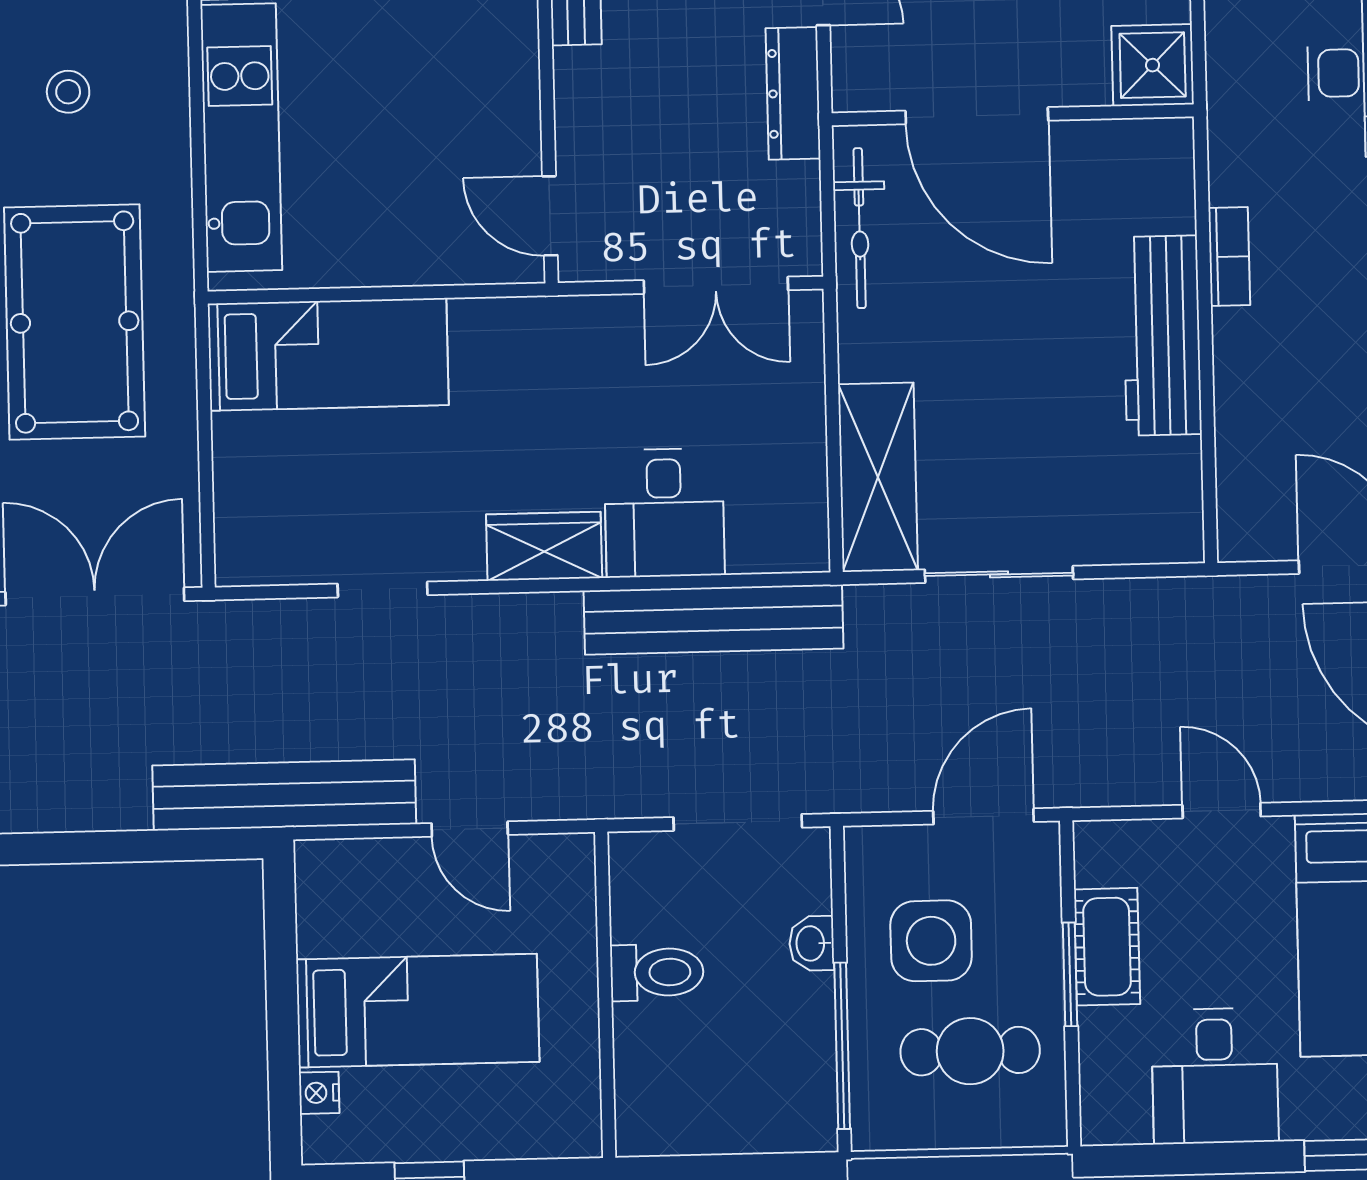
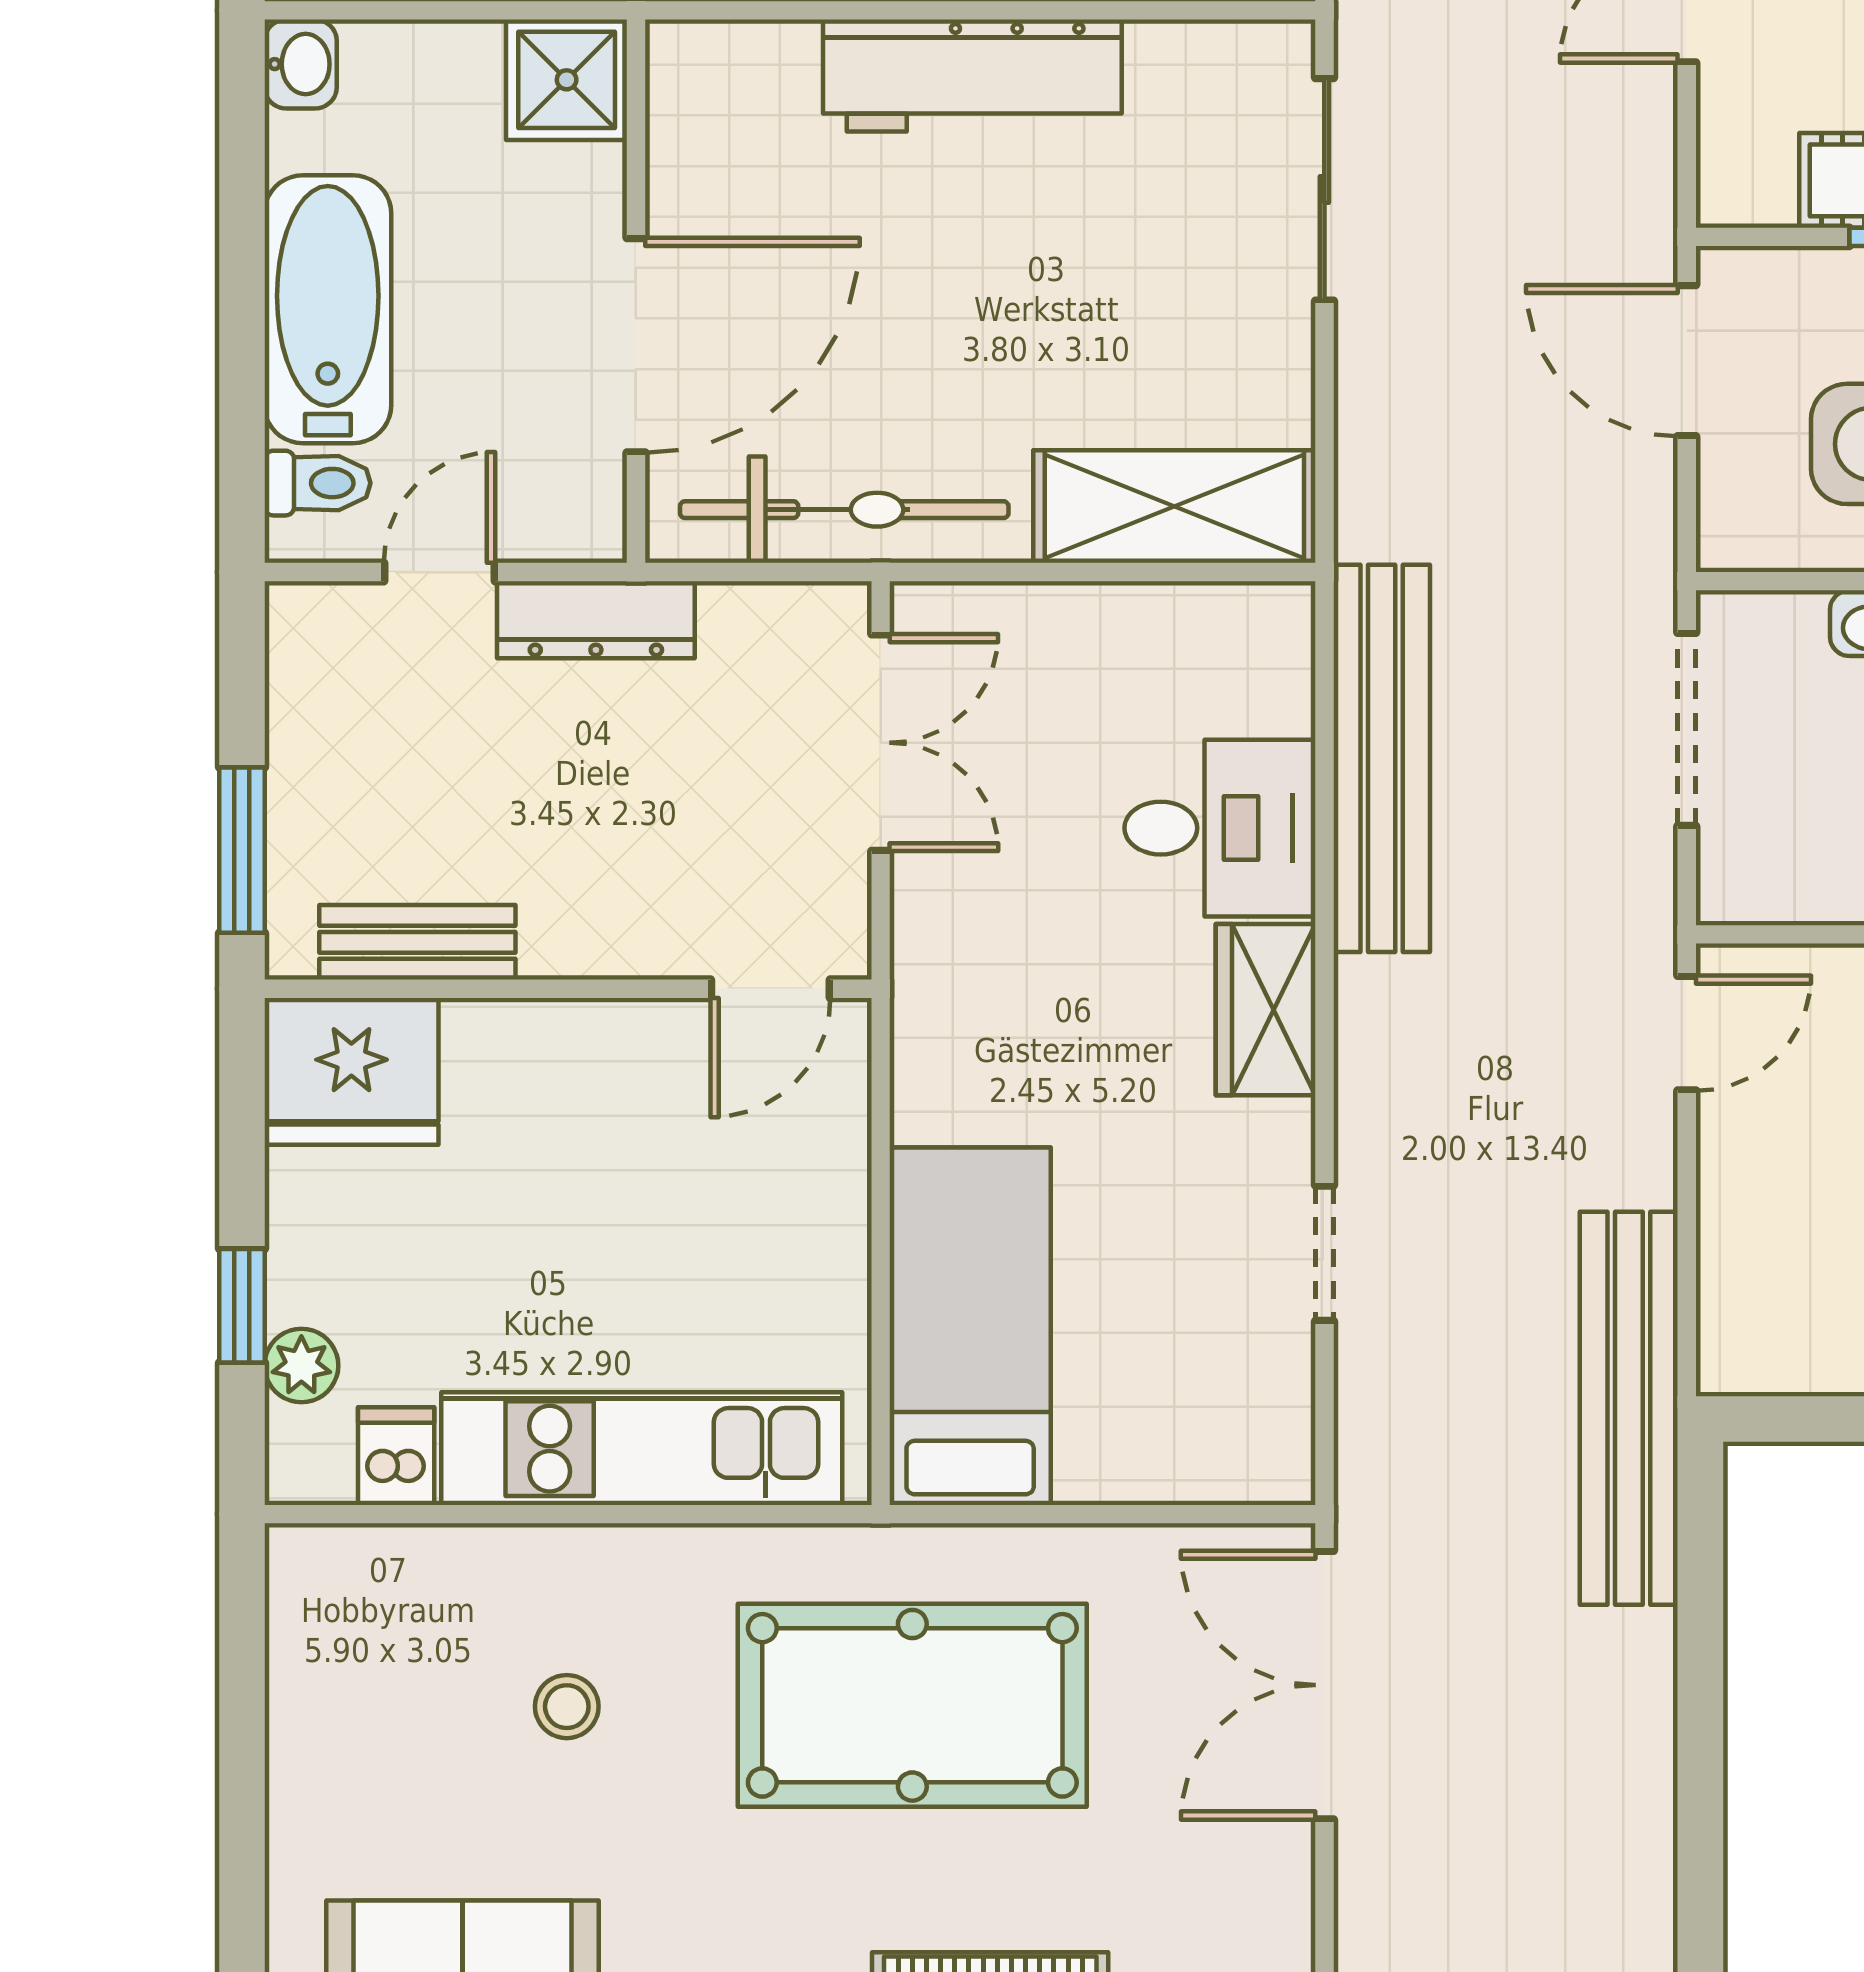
bicycle: (860, 228) -> (844, 510), width x1.37, depth x1.40
sliding door: (999, 574) -> (1324, 189), moved
door: (470, 829) -> (1687, 1033), moved

